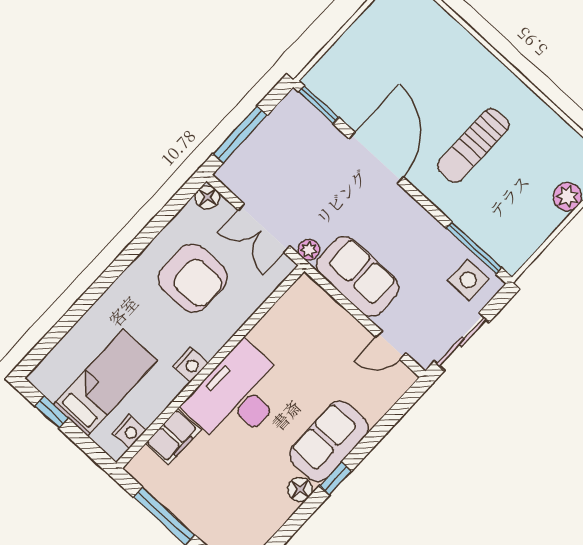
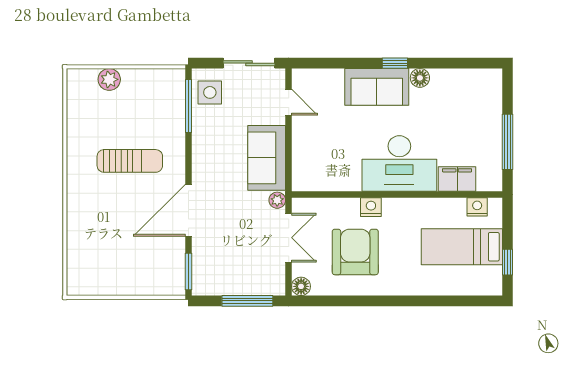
nightstand: (191, 365) -> (371, 207), moved

